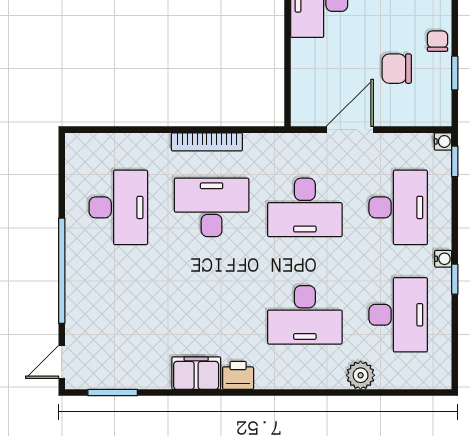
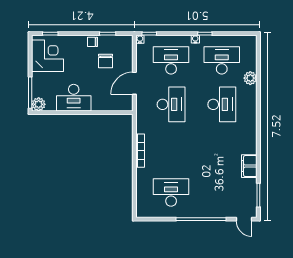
door: (350, 130) -> (134, 83), hinge flipped
desk: (212, 207) -> (171, 148), removed
filing cabinet: (196, 373) -> (249, 166), moved
printer: (238, 375) -> (250, 136), removed

